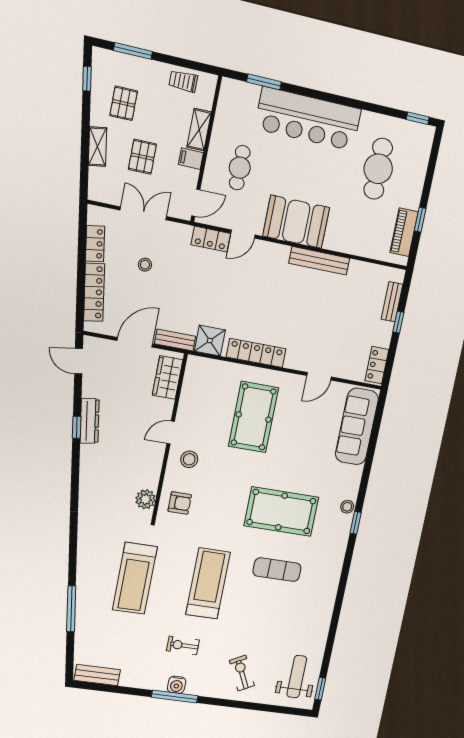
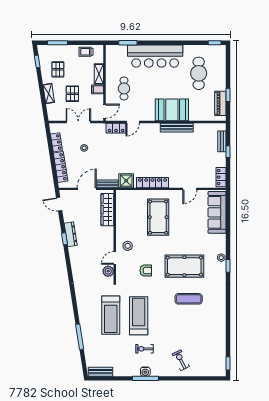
booth: (296, 222) -> (172, 110), moved
wardrobe: (168, 377) -> (107, 210), width x1.50
door: (171, 433) -> (115, 258), moved
armchair: (180, 503) -> (146, 271), moved
treadmill: (208, 583) -> (139, 316), moved
weight bench: (297, 677) -> (213, 358), removed

